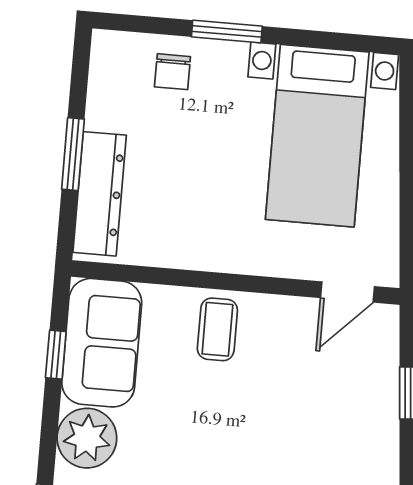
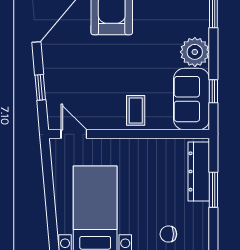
chair: (172, 72) -> (168, 234), turned -90
door: (348, 292) -> (74, 134), hinge flipped

